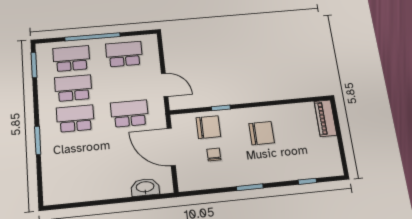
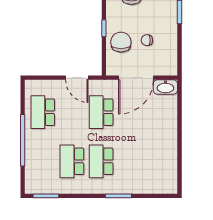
school desk: (71, 59) -> (43, 161), removed
door: (165, 85) -> (77, 78), swing flipped
washbasin: (145, 187) -> (165, 87), moved, turned -90

